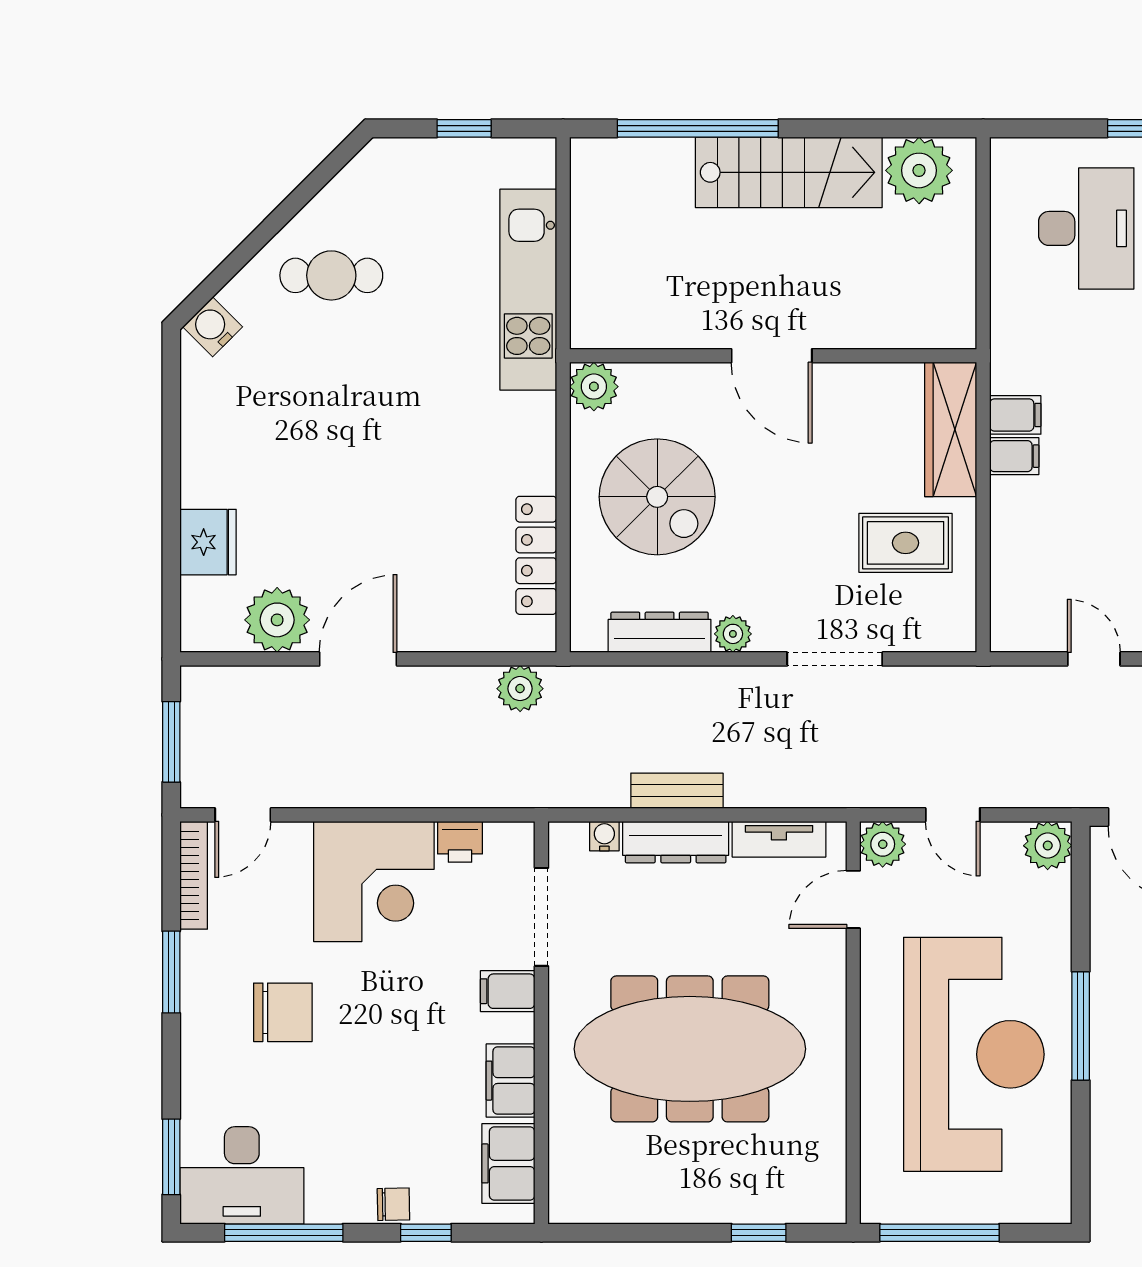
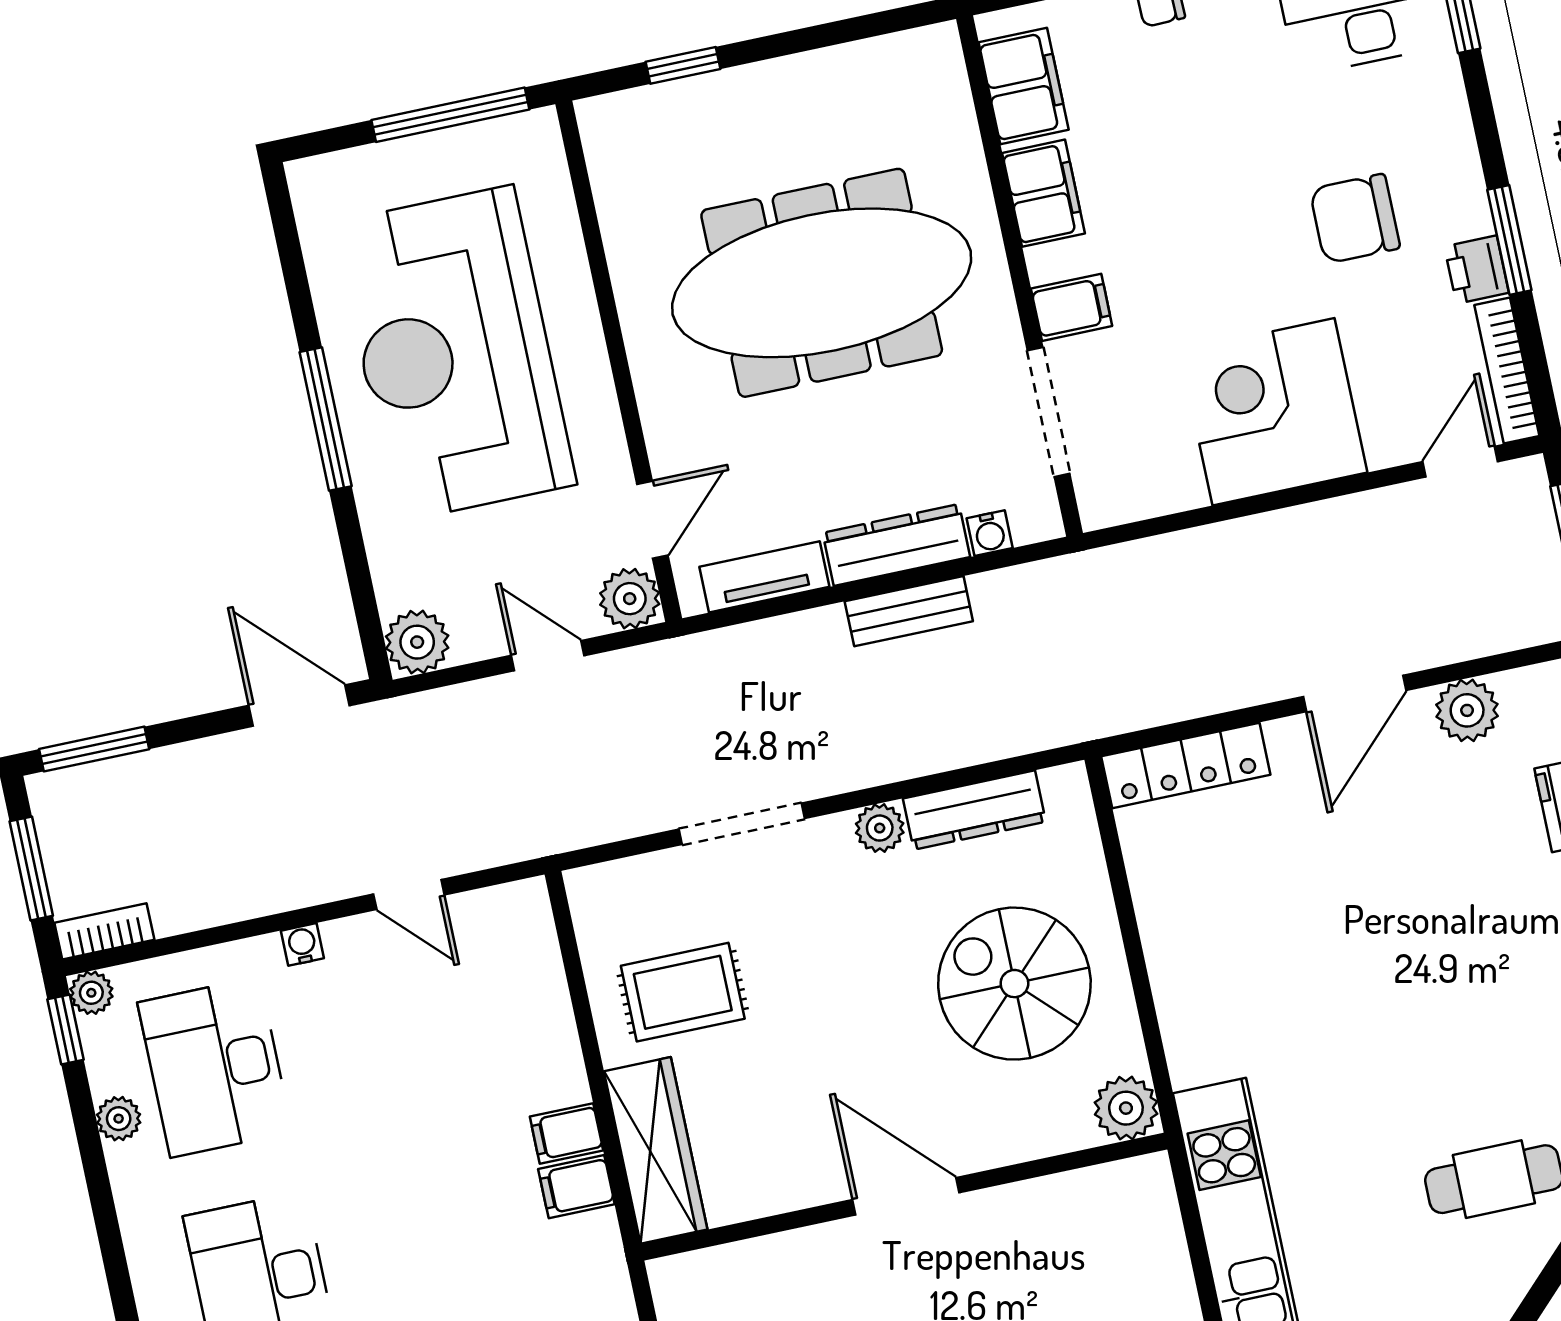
locker: (536, 555) -> (1186, 765), moved, turned 90
plant: (277, 620) -> (1467, 710), width x0.73, depth x0.73
plant: (520, 689) -> (1138, 700), removed
printer: (460, 842) -> (1477, 270), moved, turned -90

